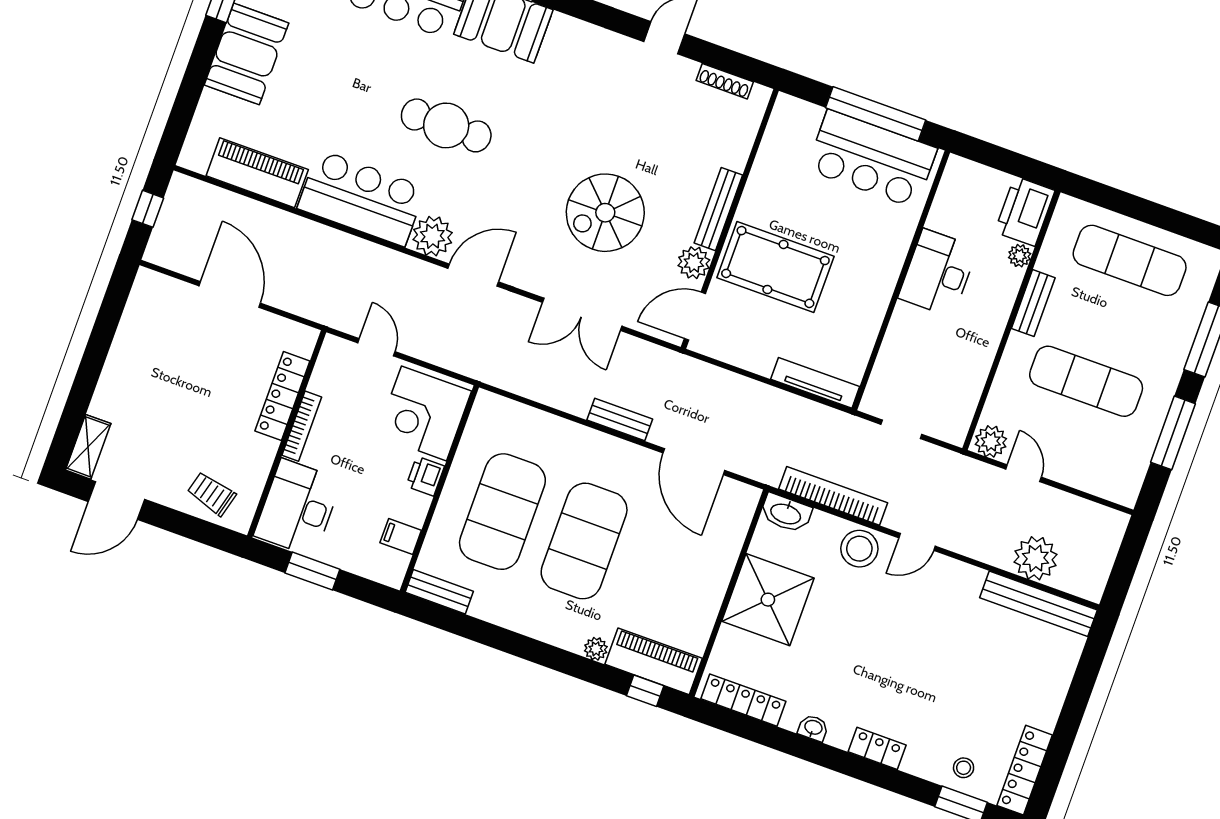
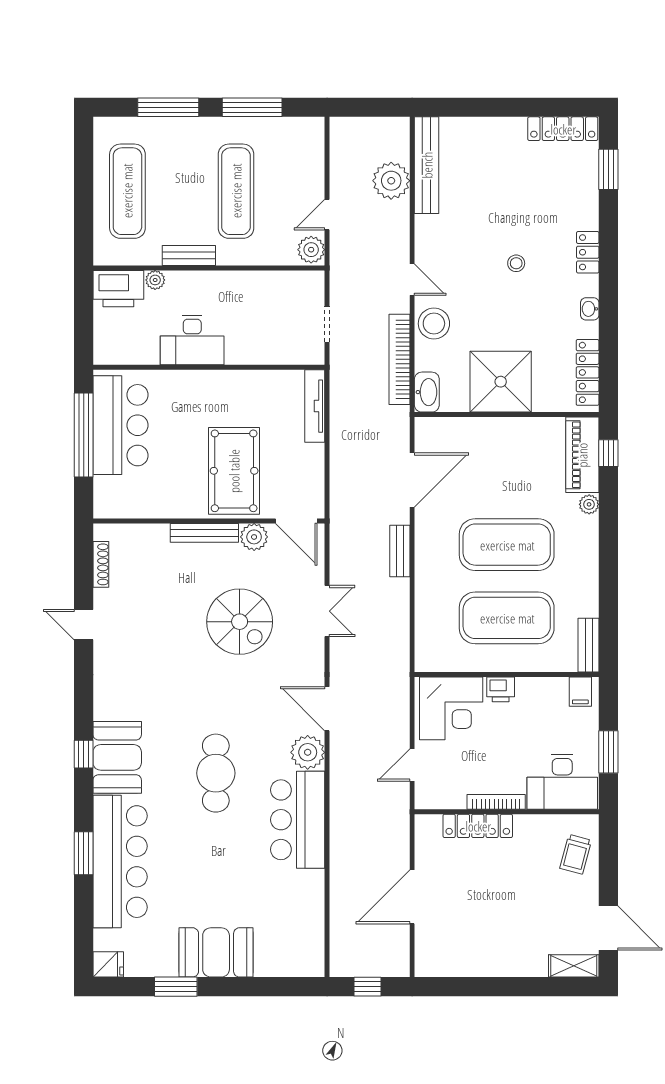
piano: (257, 173) -> (307, 910), removed
double door: (582, 314) -> (327, 611), width x0.73
filing cabinet: (401, 537) -> (580, 692), moved
stool: (964, 768) -> (516, 263), moved

